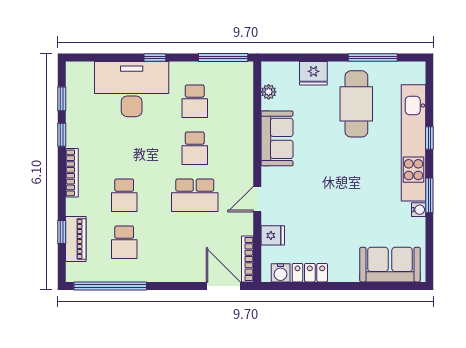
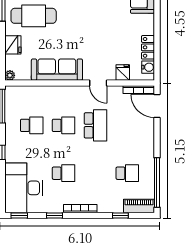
desk: (132, 89) -> (24, 188), moved
plant: (269, 92) -> (10, 75), moved
window: (62, 99) -> (19, 216), moved
sofa: (277, 138) -> (57, 70), width x1.36
school desk: (124, 195) -> (64, 173), moved
piano: (76, 239) -> (139, 206), moved
door: (223, 286) -> (157, 106), hinge flipped

